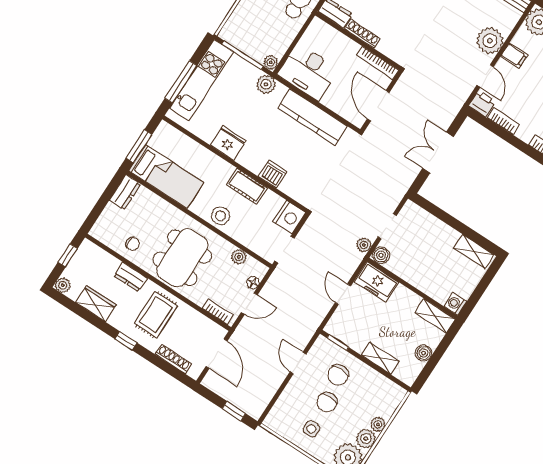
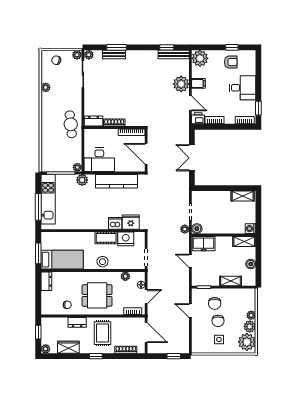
fridge: (228, 143) -> (131, 222), moved
nightstand: (289, 217) -> (126, 239), moved, turned -90
dining table: (182, 258) -> (97, 295), width x0.73

